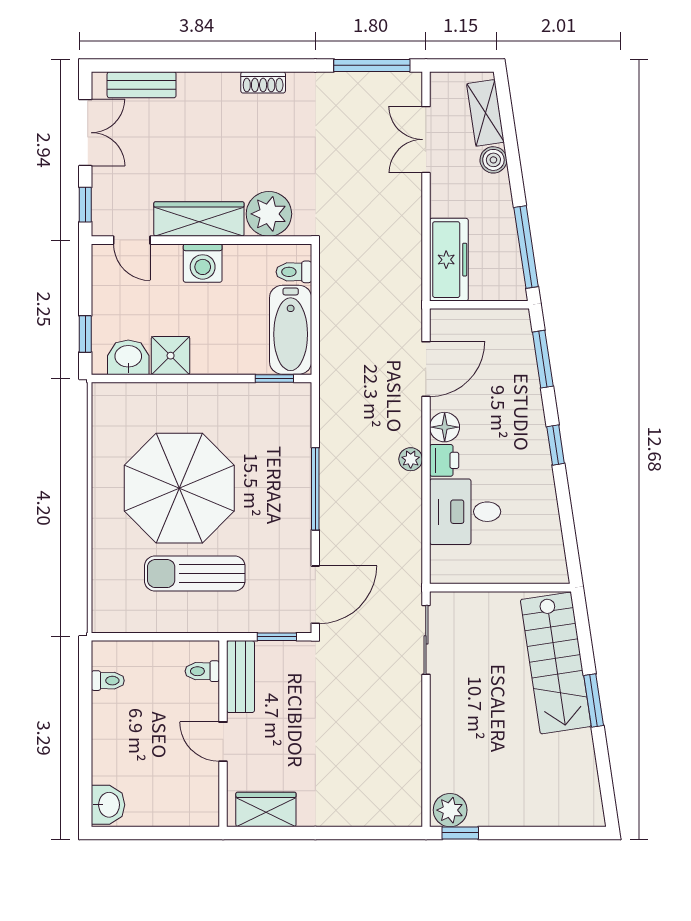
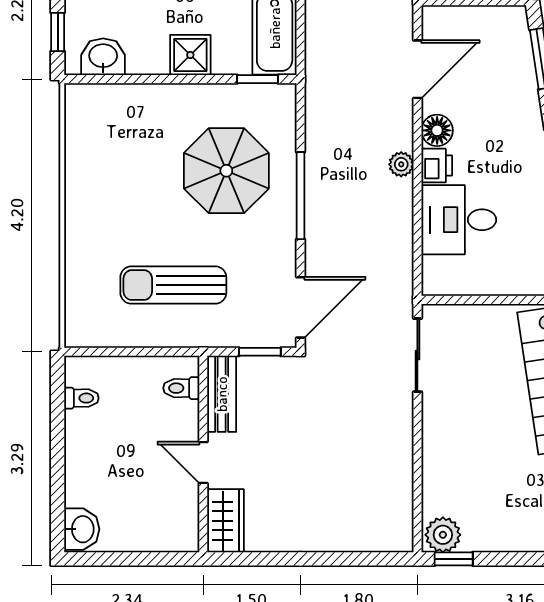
shower: (171, 356) -> (190, 55), moved
parasol: (179, 488) -> (226, 171), moved, width x0.73, depth x0.73
wardrobe: (266, 809) -> (225, 521), moved, turned 90

